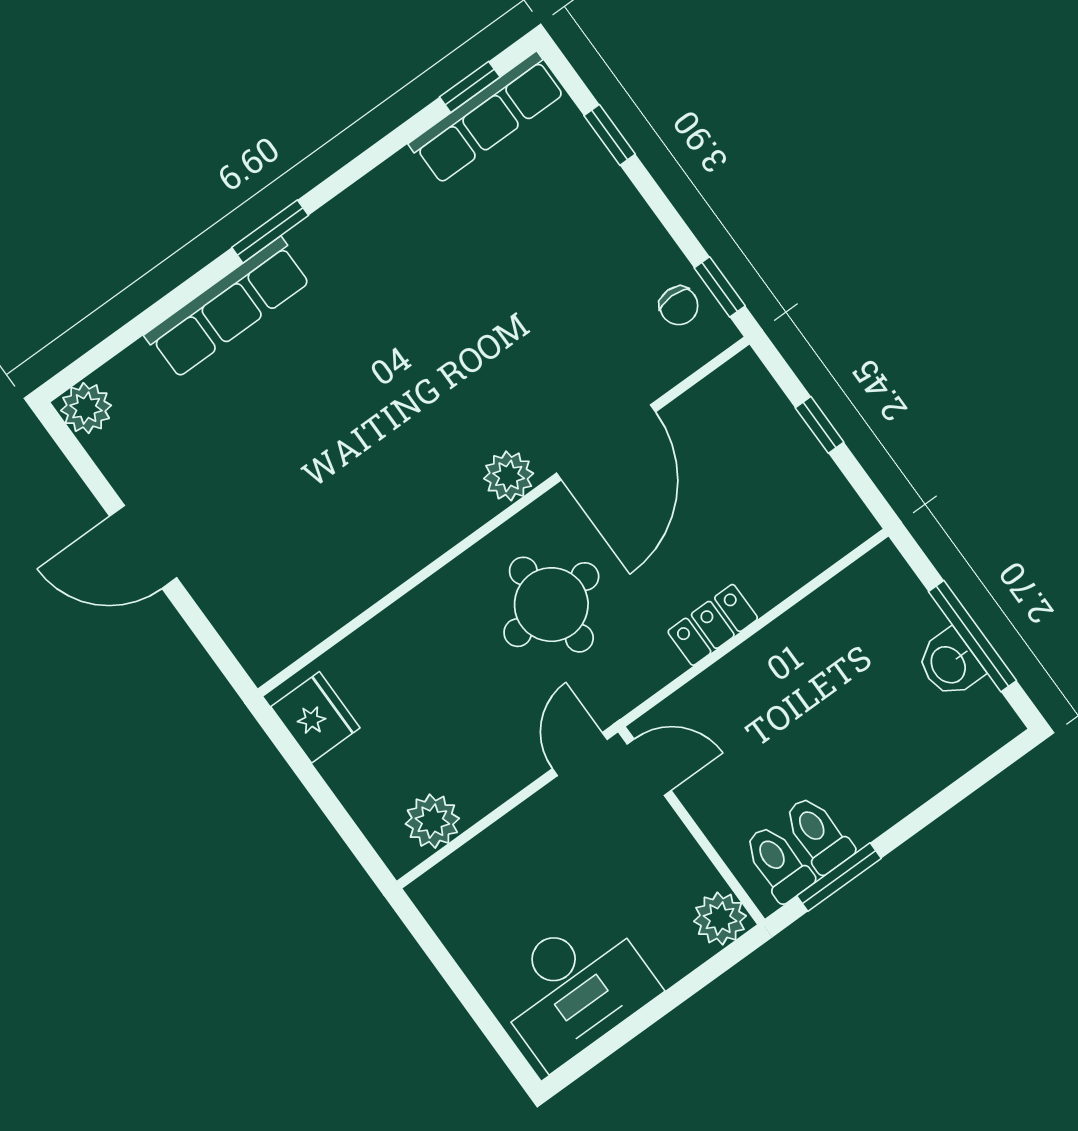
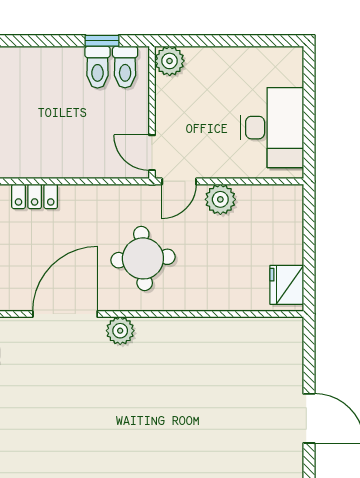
locker: (713, 625) -> (35, 196), moved
plant: (432, 821) -> (220, 199), moved
window: (839, 877) -> (102, 41), width x0.67
desk: (574, 987) -> (272, 128), moved, turned 90

